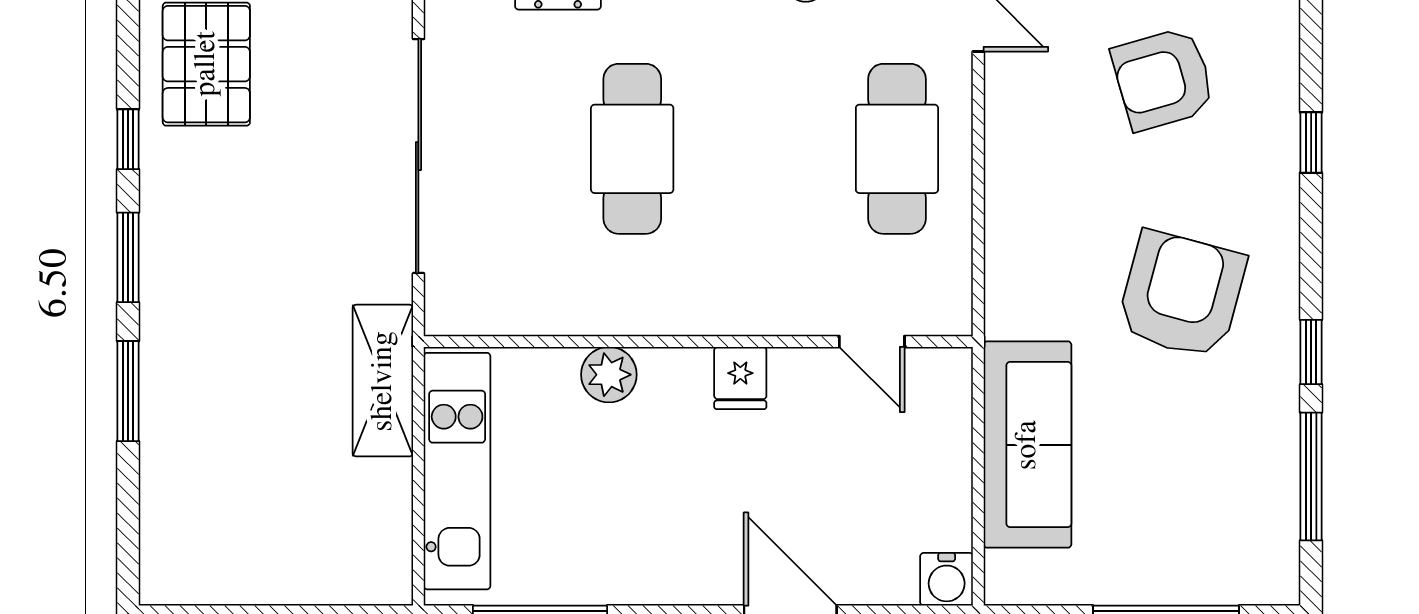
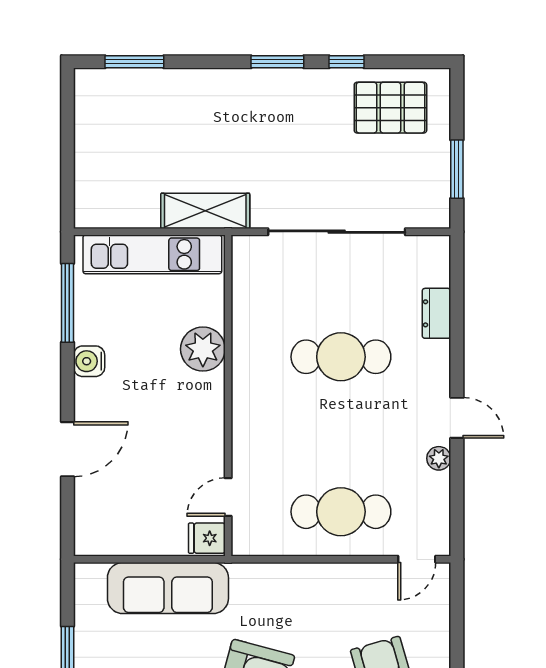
plant: (609, 375) -> (203, 349), width x1.36, depth x1.36
fridge: (740, 378) -> (207, 538), moved
window: (128, 391) -> (134, 62), moved
water cooler: (947, 579) -> (89, 361), moved

